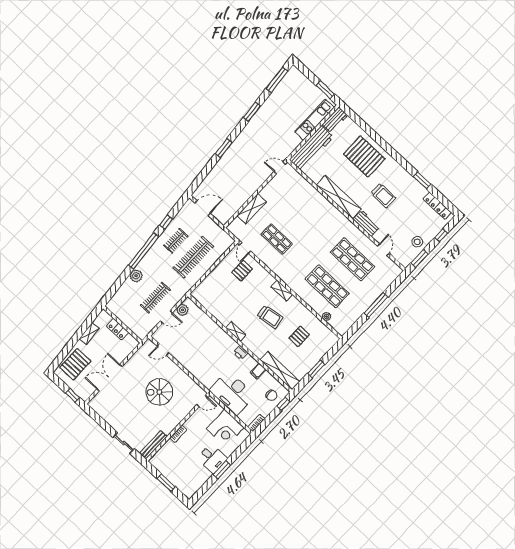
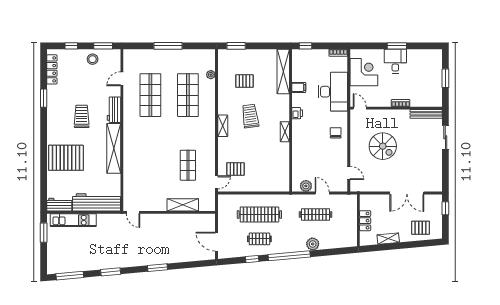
pallet: (364, 156) -> (66, 158), turned 90
pallet: (75, 364) -> (420, 228), width x0.67, depth x0.71
window: (316, 369) -> (236, 46), moved
chair: (272, 395) -> (336, 133), moved

